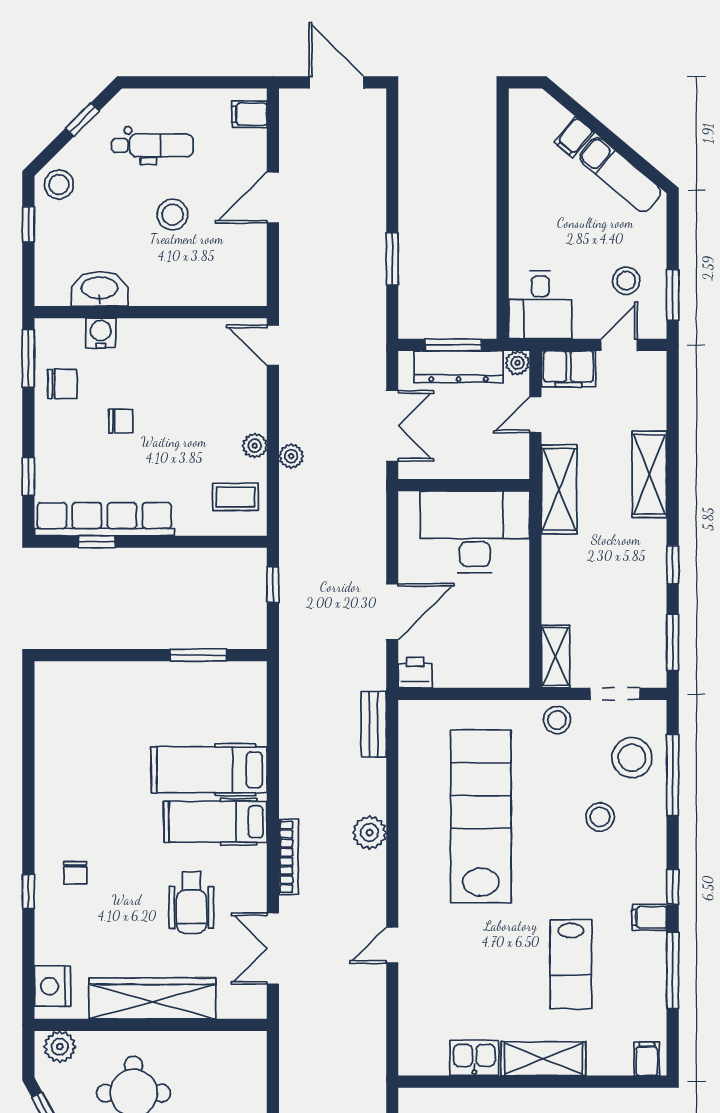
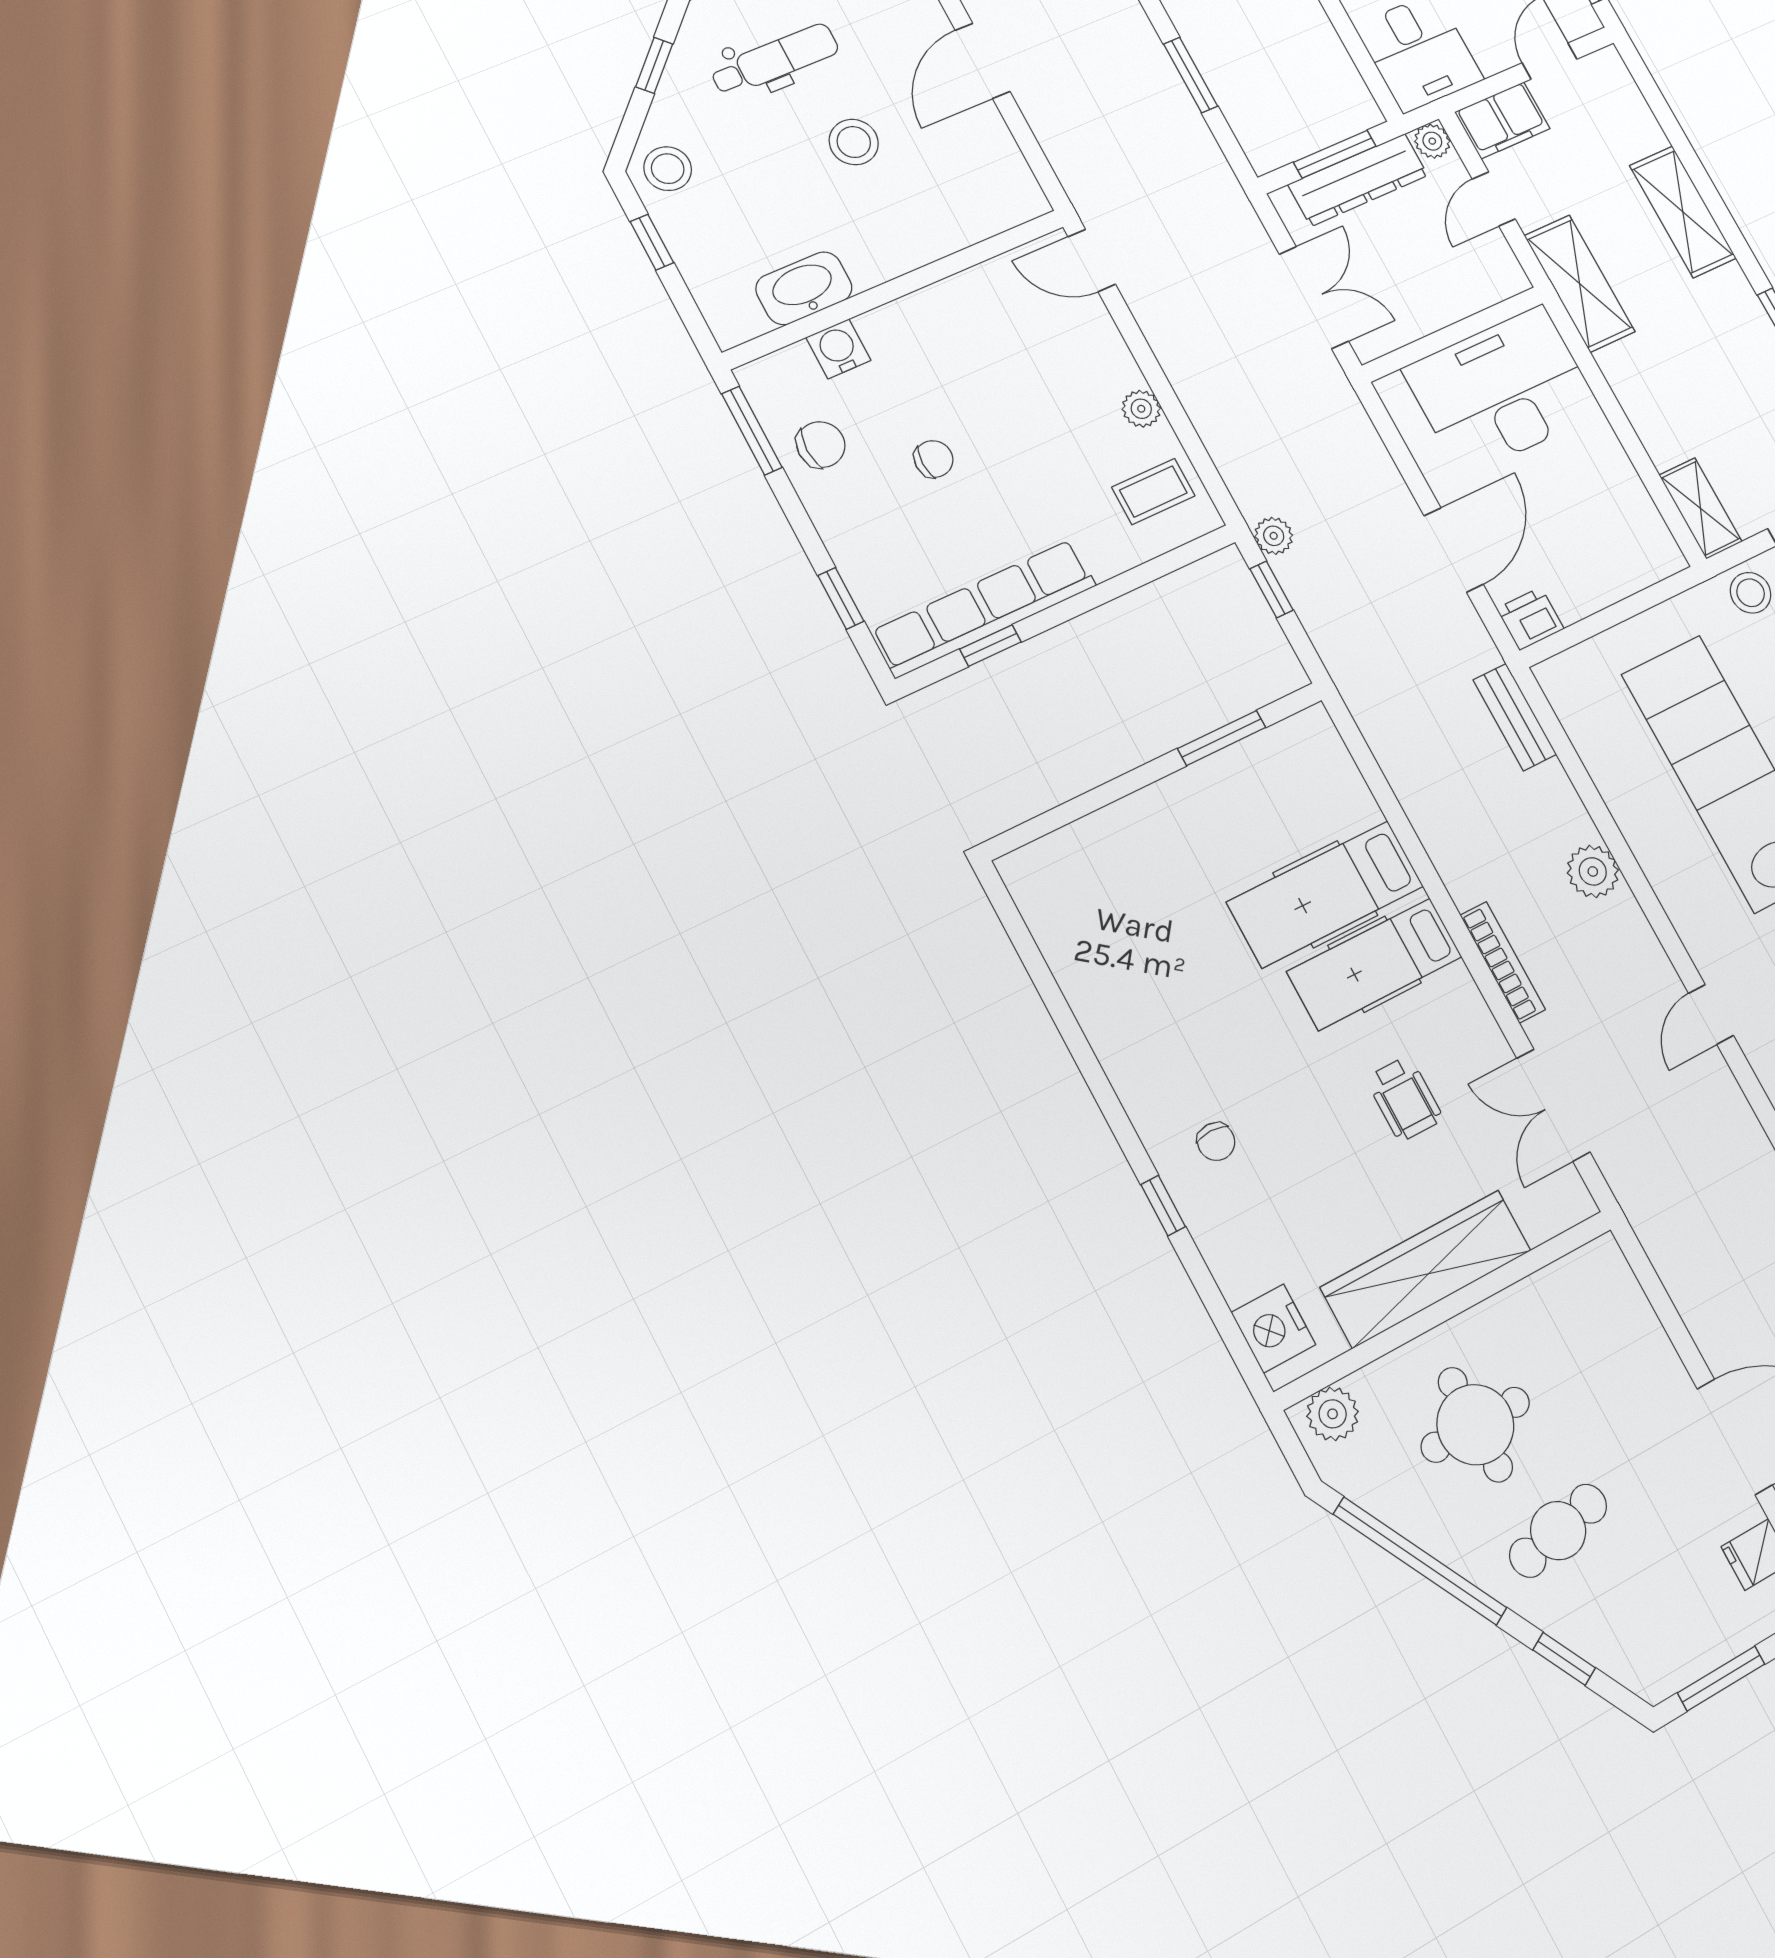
plant: (291, 456) -> (1274, 536), moved
wheelchair: (191, 902) -> (1404, 1099), width x0.73, depth x0.73

